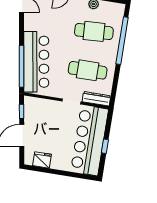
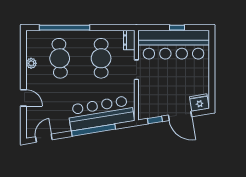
window: (22, 66) -> (94, 130), moved
dresser: (96, 99) -> (129, 40), width x0.70
fridge: (42, 160) -> (199, 103), moved, turned 81

